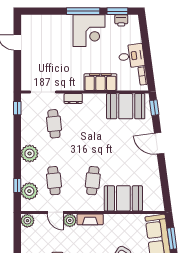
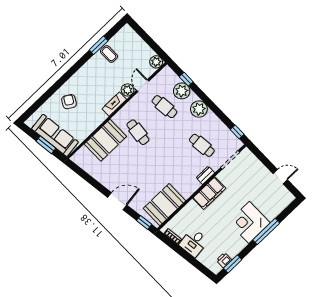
window: (83, 11) -> (266, 231), moved
corner desk: (89, 31) -> (249, 222), moved
filing cabinet: (100, 82) -> (209, 193), moved
plant: (29, 191) -> (182, 91), moved
door: (55, 212) -> (143, 86), hinge flipped

